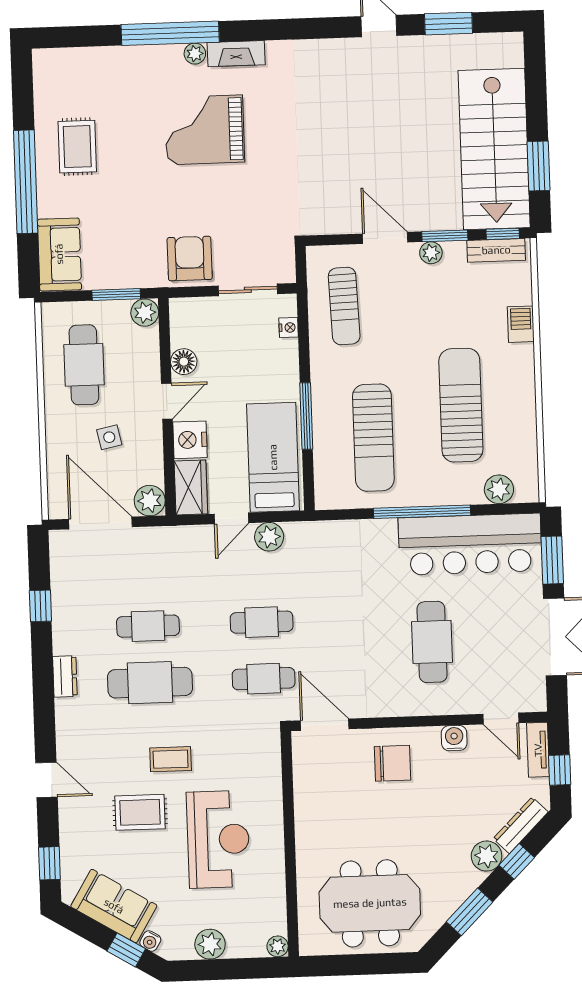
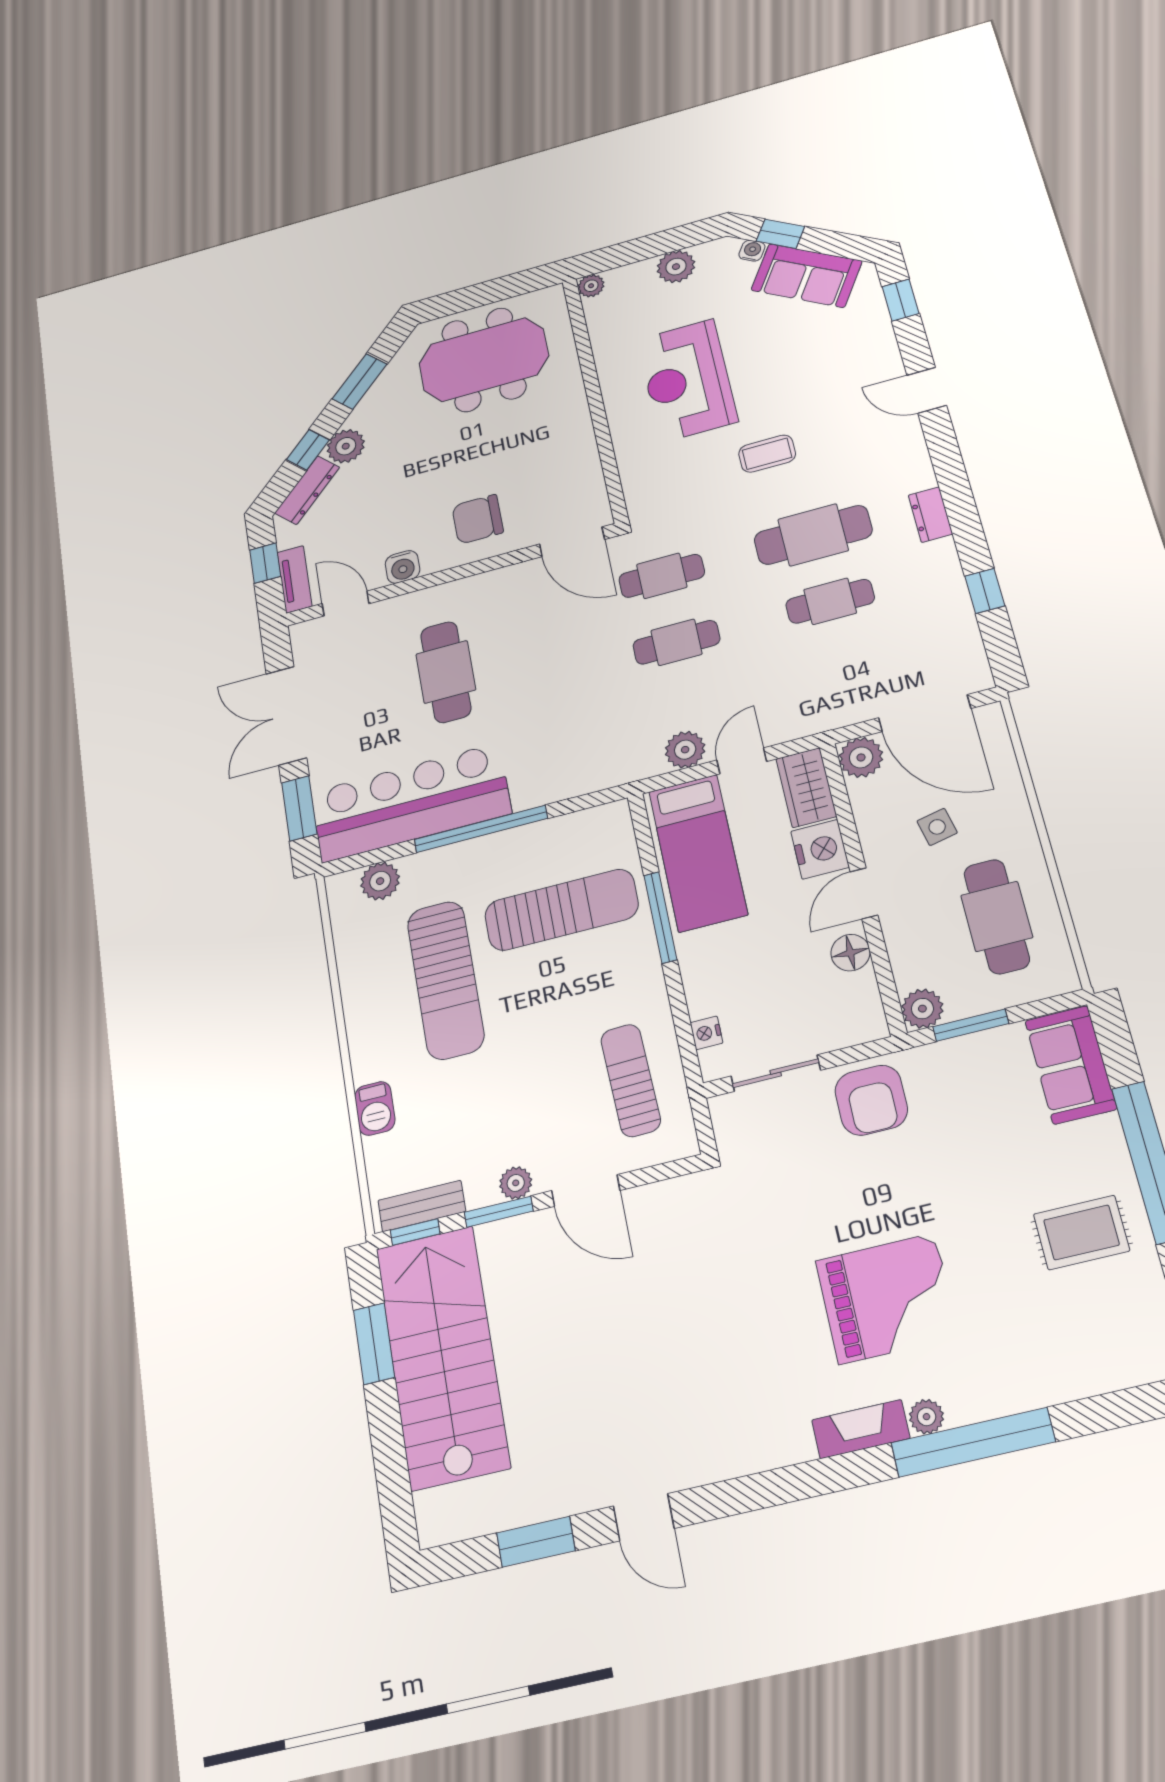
rug: (77, 147) -> (1081, 1232), turned 90
sun lounger: (373, 438) -> (561, 910), turned 90
rug: (140, 812) -> (795, 385), removed

